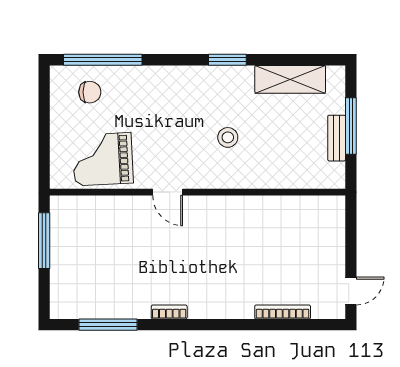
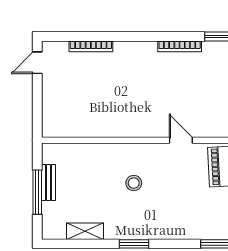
shelving: (290, 79) -> (85, 231), width x0.67, depth x0.75
bookcase: (169, 312) -> (180, 46), width x1.56

